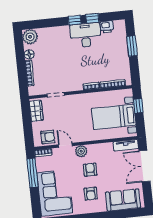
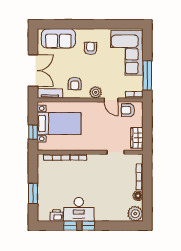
armchair: (90, 170) -> (75, 84), moved

